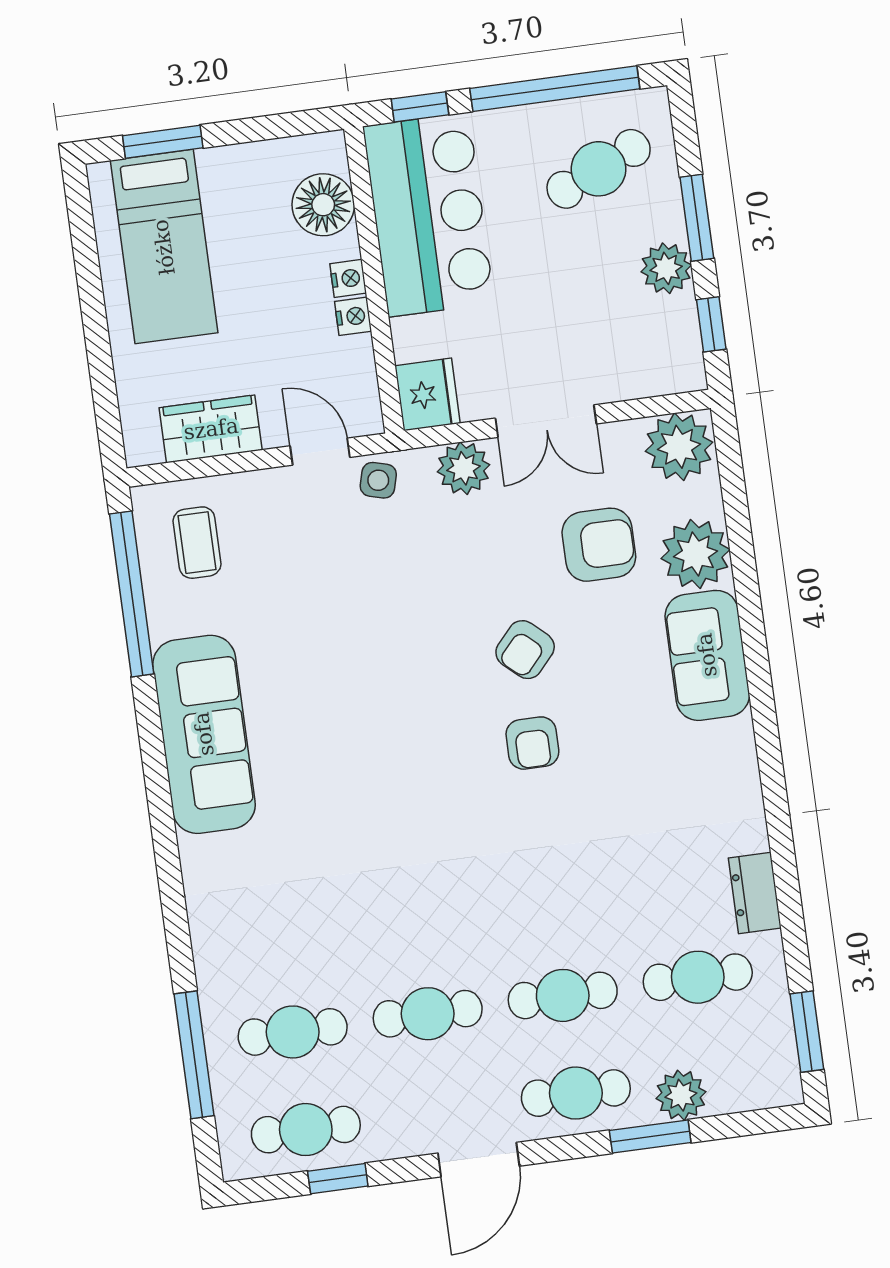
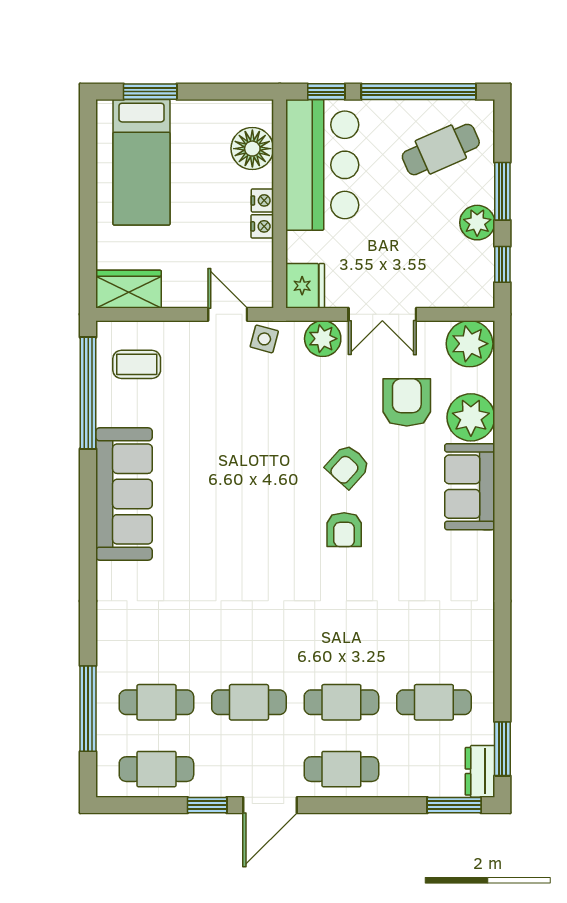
wardrobe: (211, 429) -> (129, 289), moved
coffee table: (197, 543) -> (137, 364), turned 90
armchair: (599, 545) -> (407, 402), turned -90
dresser: (755, 893) -> (480, 771), moved
plant: (681, 1095) -> (412, 780), removed
window: (650, 1136) -> (454, 805), moved
window: (338, 1179) -> (207, 805), moved

